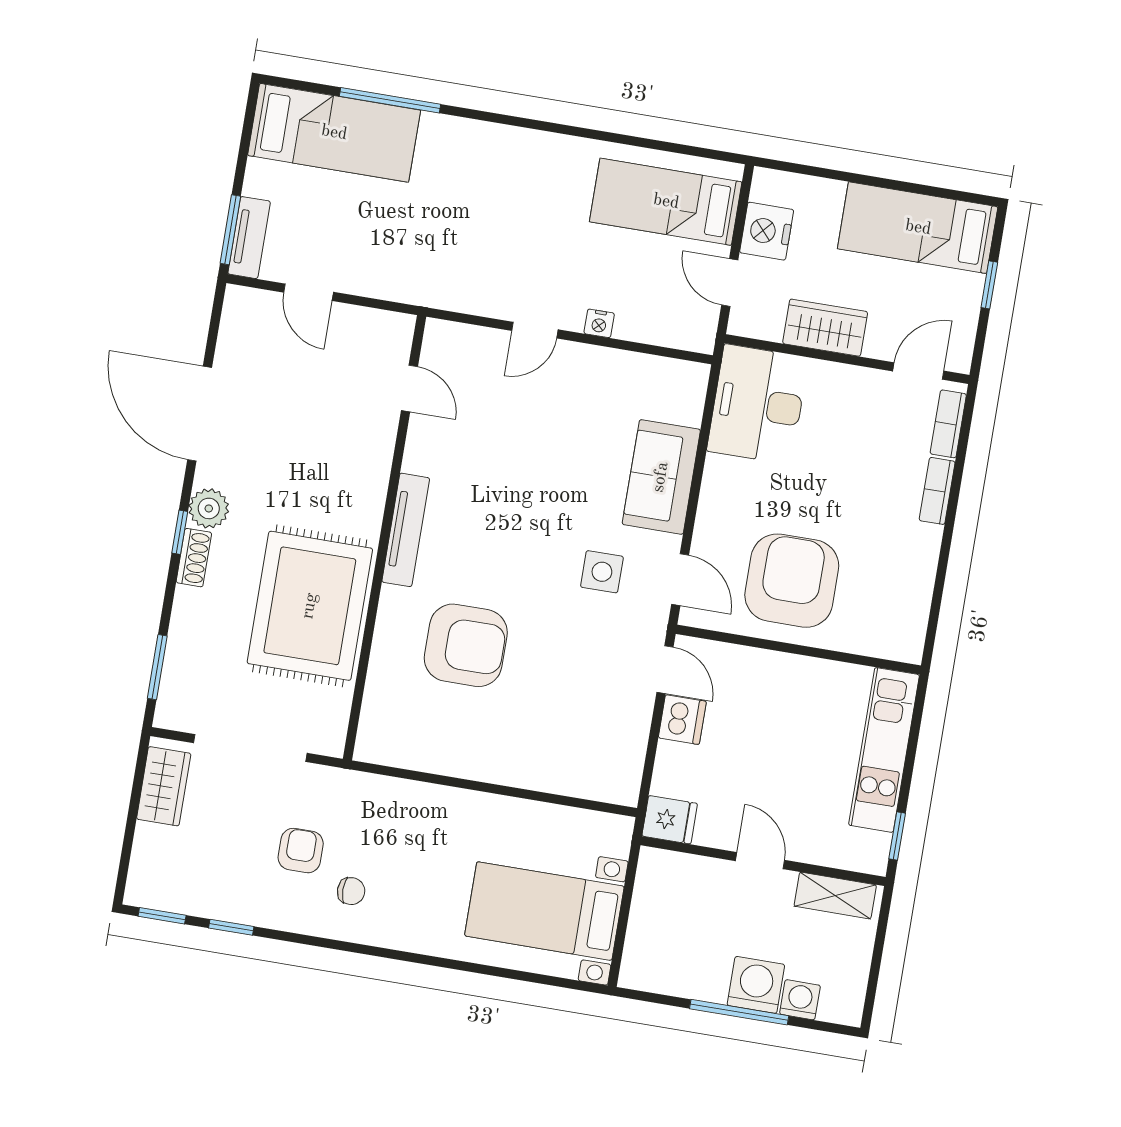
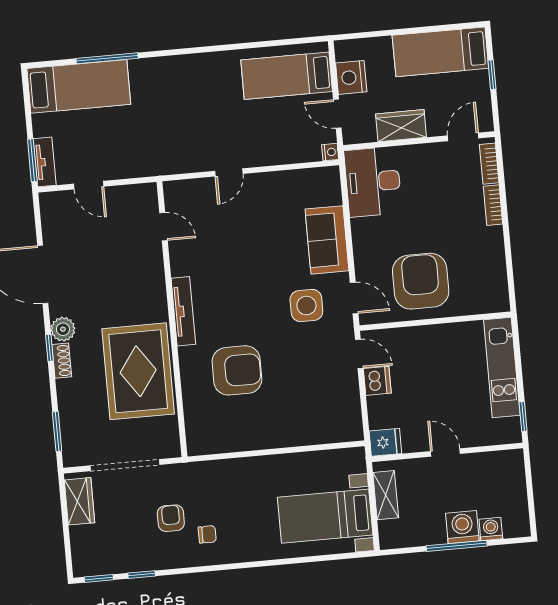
nightstand: (599, 323) -> (330, 152), moved, turned -90
side table: (602, 572) -> (306, 306), width x1.37, depth x1.37
shelving: (835, 896) -> (386, 495), moved, turned 90

